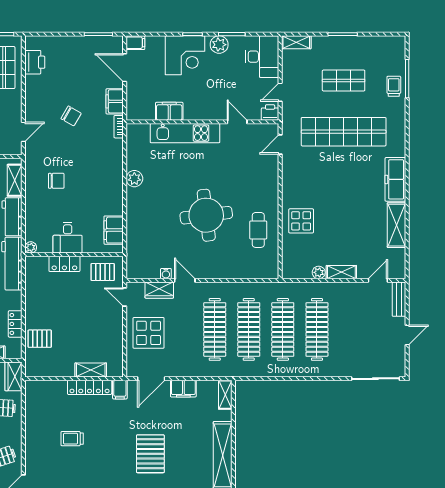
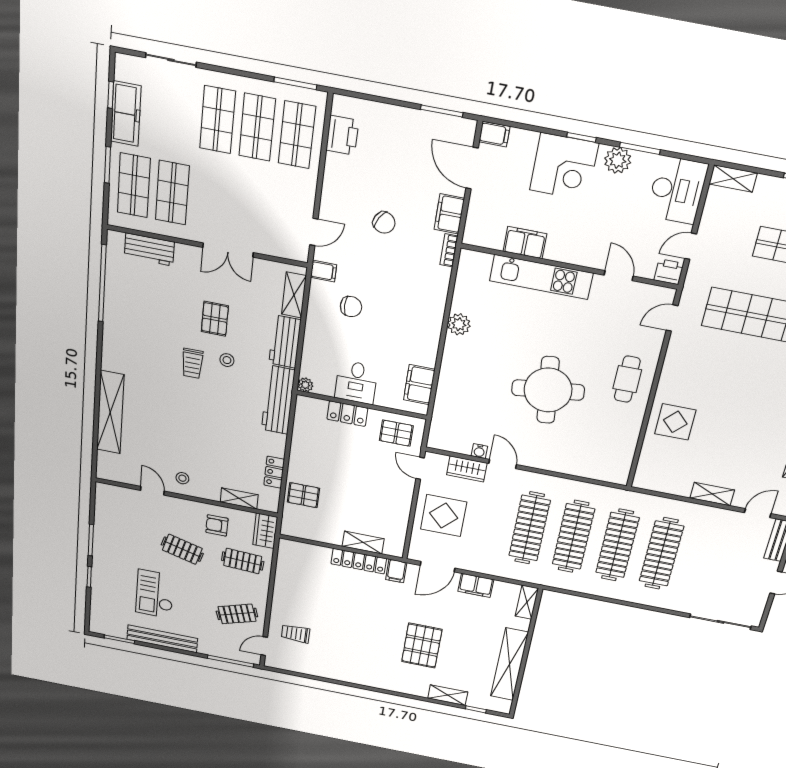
filing cabinet: (34, 159) -> (324, 271), added
cafe table: (258, 230) -> (627, 379), moved
plant: (319, 272) -> (682, 489), removed
trolley: (72, 439) -> (296, 634), moved

